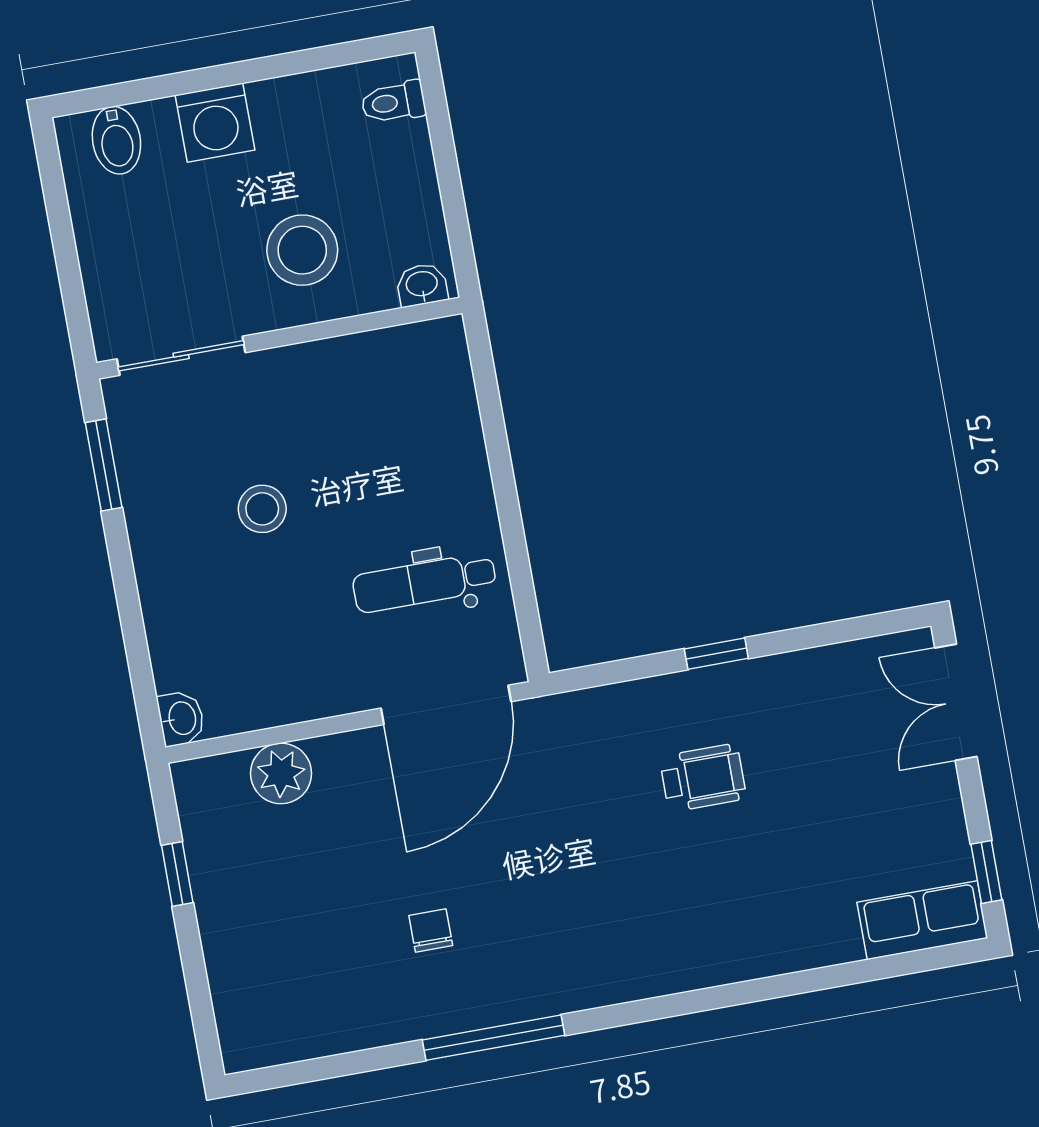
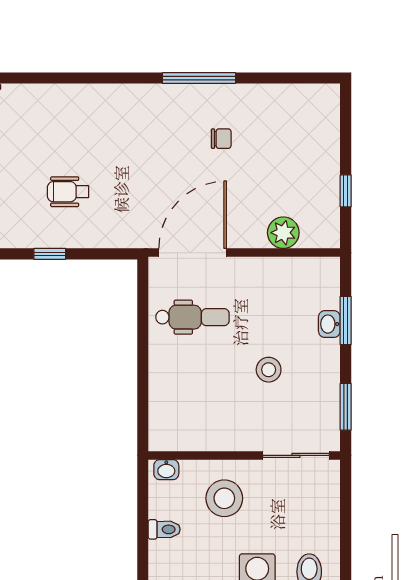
toilet: (393, 102) -> (164, 529), moved
window: (133, 628) -> (346, 320), added
washbasin: (181, 718) -> (329, 324), moved
chair: (431, 931) -> (221, 139), turned -90

